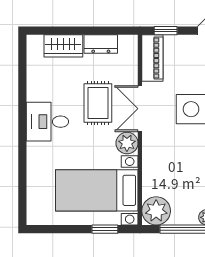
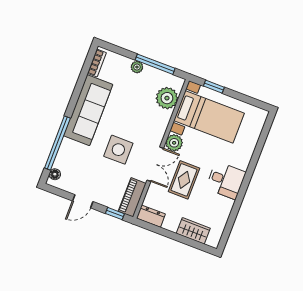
dresser: (101, 44) -> (151, 216), moved
plant: (156, 211) -> (167, 98), moved

